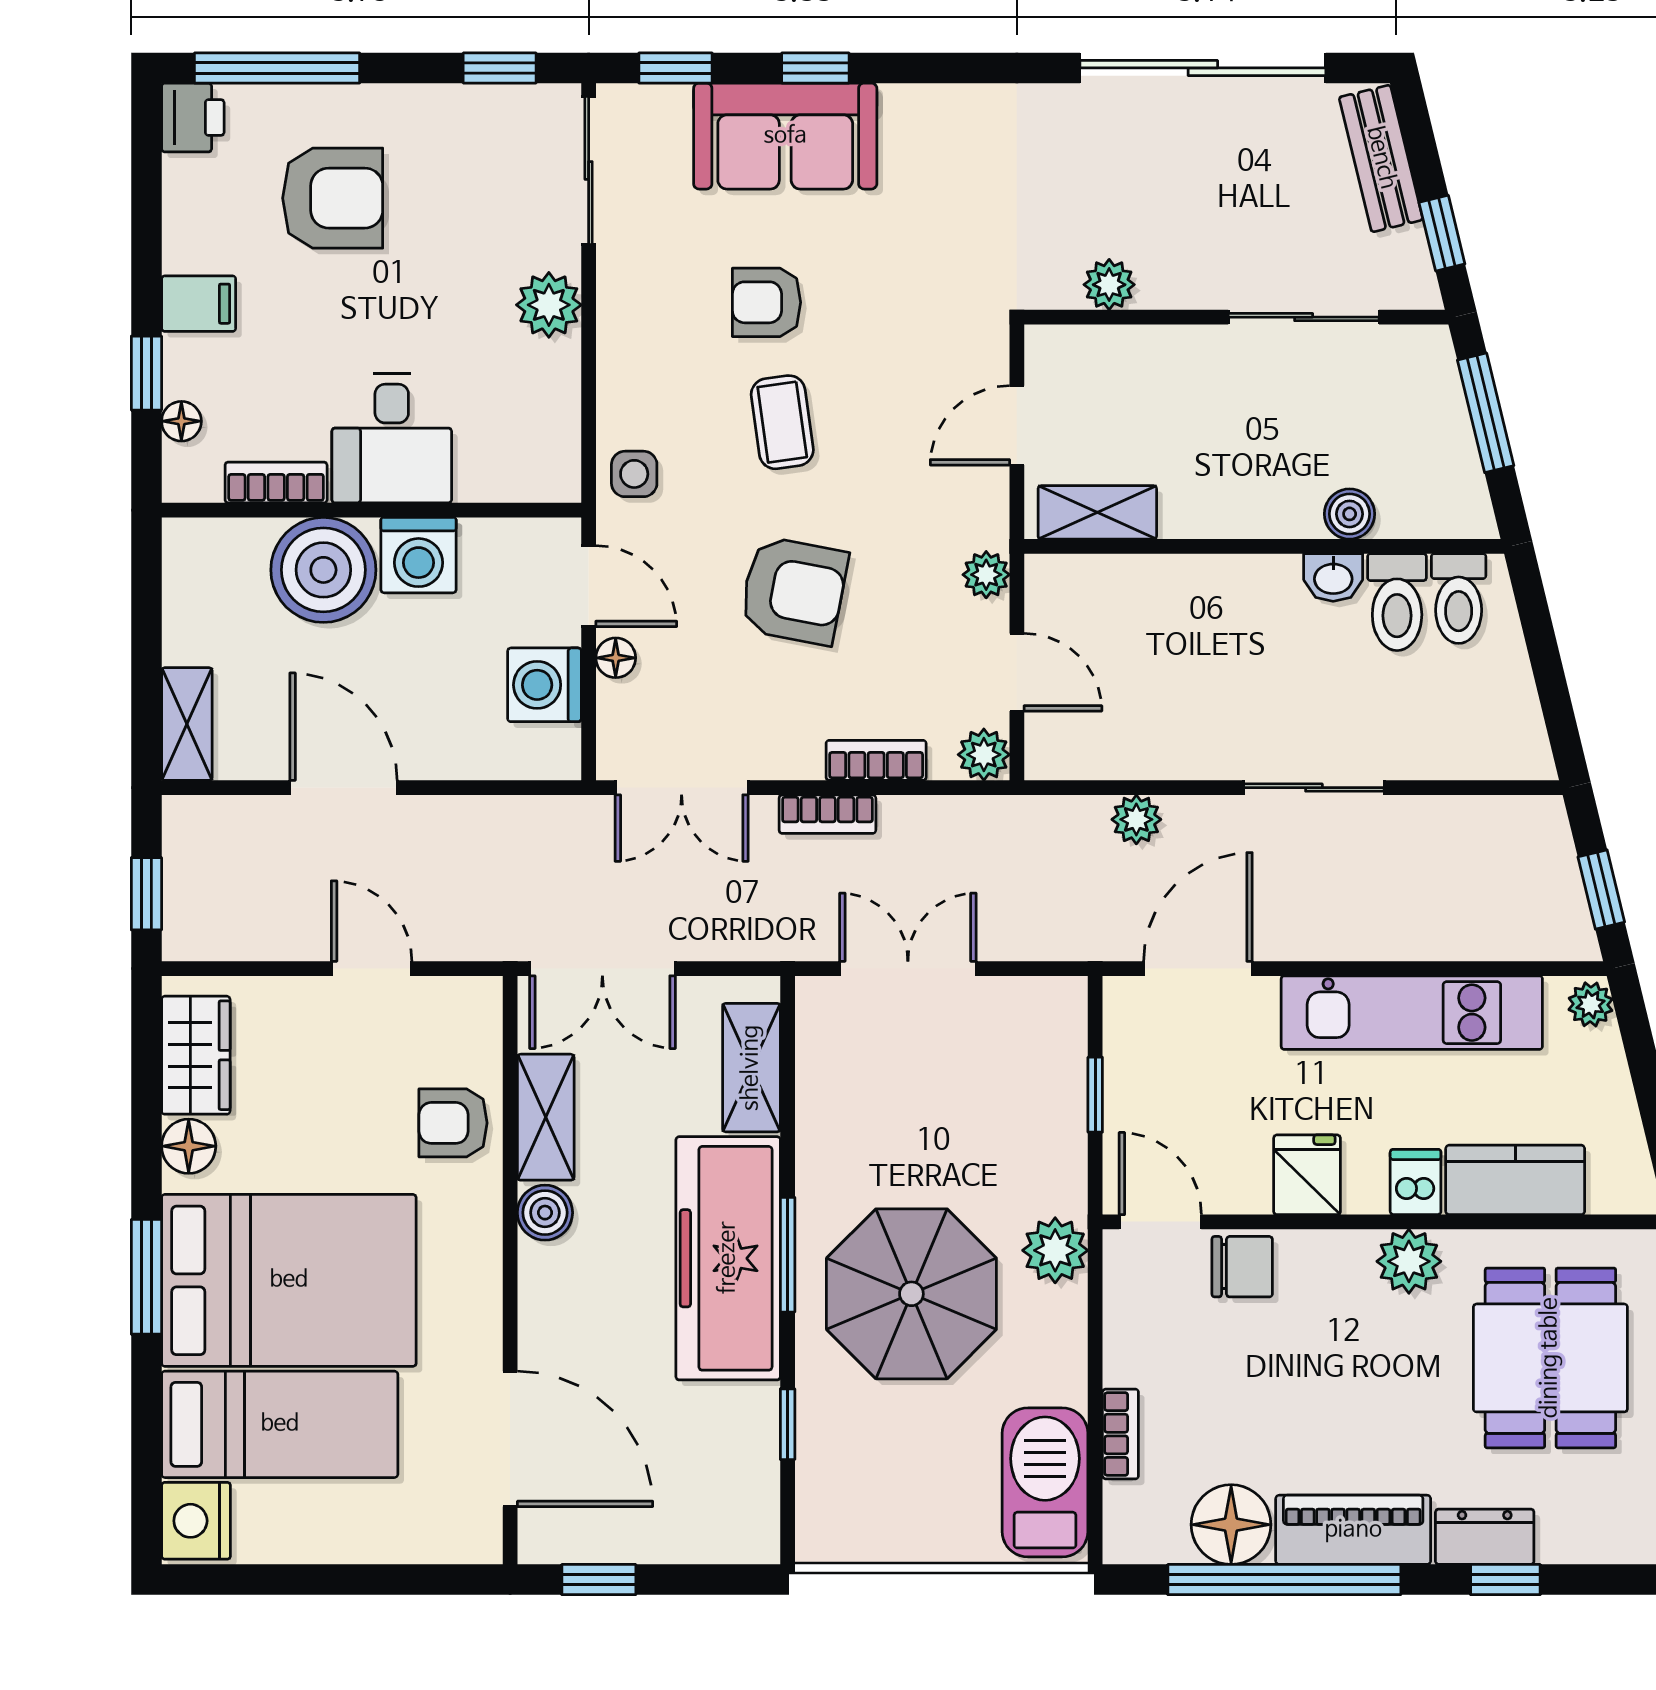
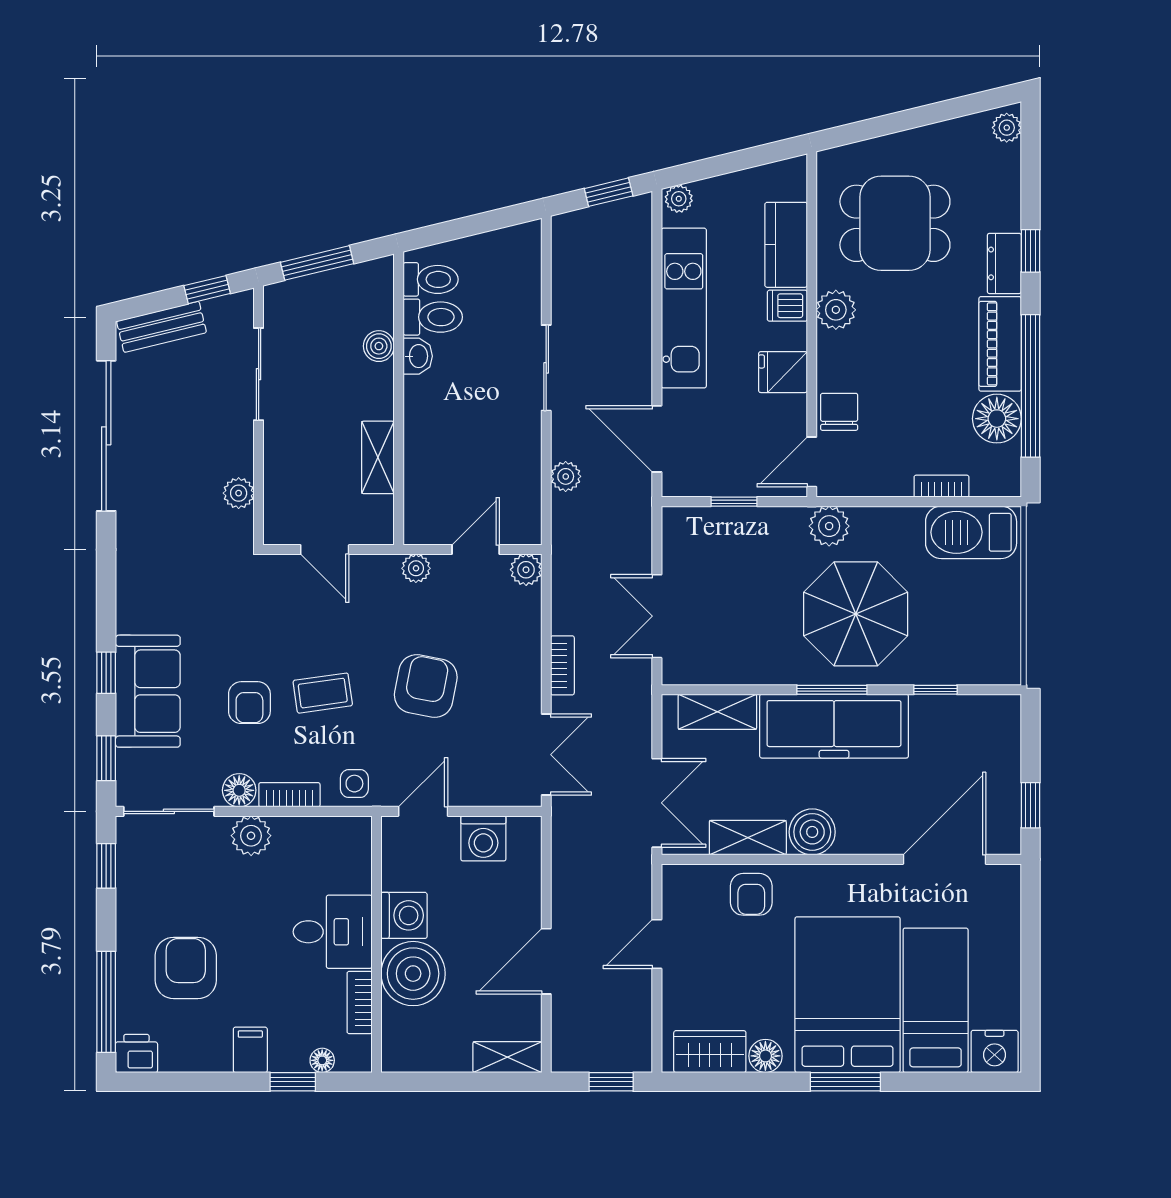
shelving: (1097, 512) -> (378, 457), moved
floor lamp: (616, 658) -> (239, 790), moved, width x1.37, depth x1.37
bookcase: (876, 760) -> (289, 795), moved, turned 90
boiler: (545, 1213) -> (812, 832), width x1.36, depth x1.36

